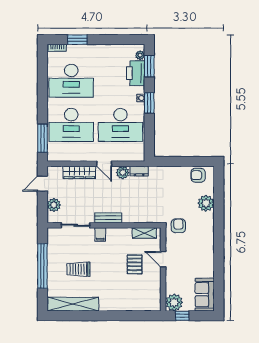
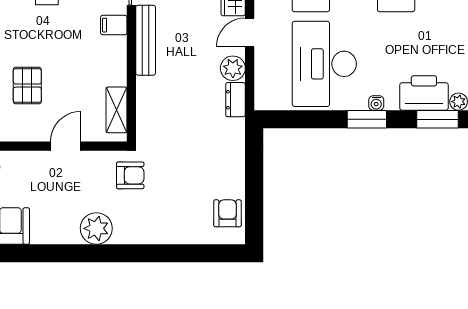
plant: (206, 203) -> (96, 228), moved
bench: (108, 218) -> (146, 40), width x1.36
pallet: (135, 264) -> (27, 86), moved, turned 90

